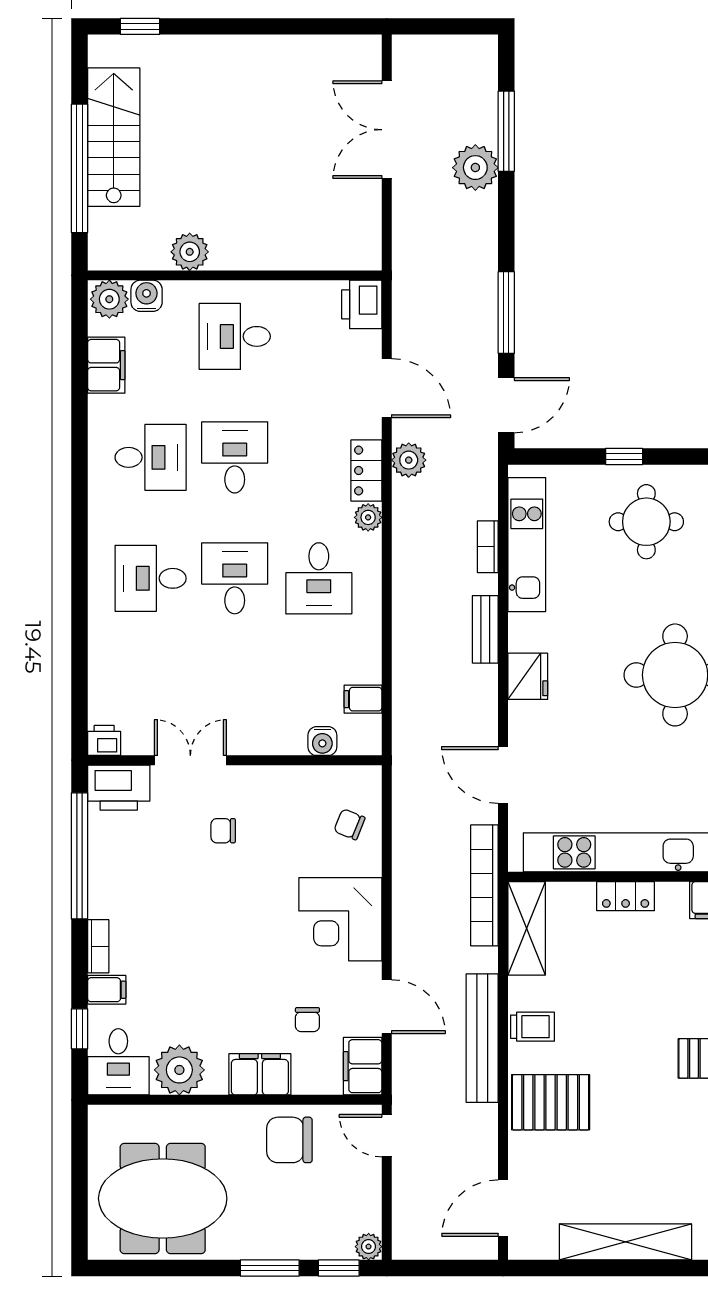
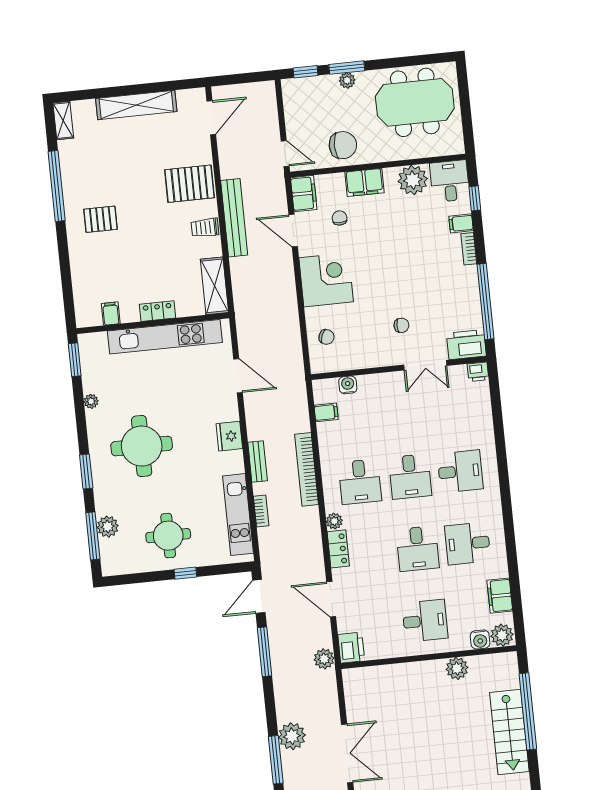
plant: (409, 460) -> (324, 659), moved
desk: (319, 578) -> (360, 482), turned 180
bookcase: (484, 885) -> (307, 469), moved, turned 180
plant: (369, 1247) -> (347, 80), moved

